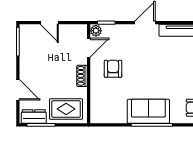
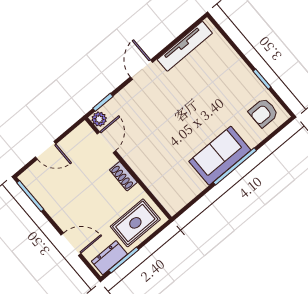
armchair: (113, 69) -> (149, 143), removed

